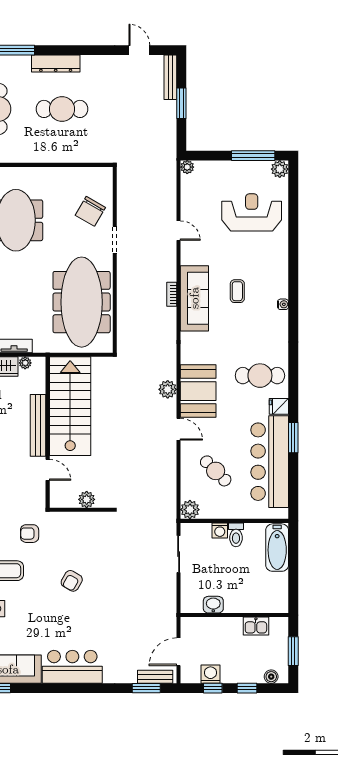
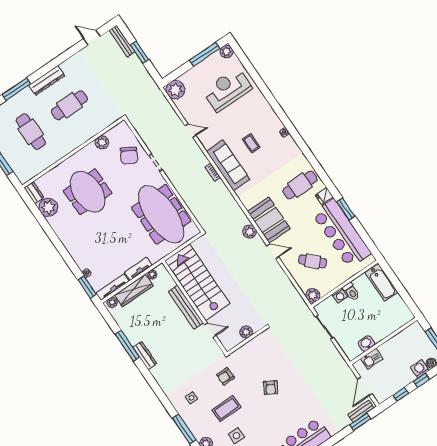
plant: (187, 167) -> (175, 90), width x1.88, depth x1.88
plant: (70, 176) -> (102, 142), added
kitchen sink: (256, 626) -> (372, 359), moved
washing machine: (210, 674) -> (420, 369), moved

